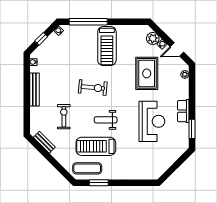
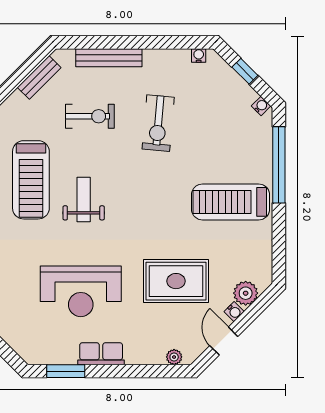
exercise bike: (93, 88) -> (158, 123), moved
bench: (34, 89) -> (109, 58), moved
treadmill: (96, 146) -> (31, 180), turned 180

